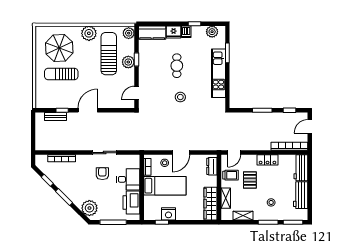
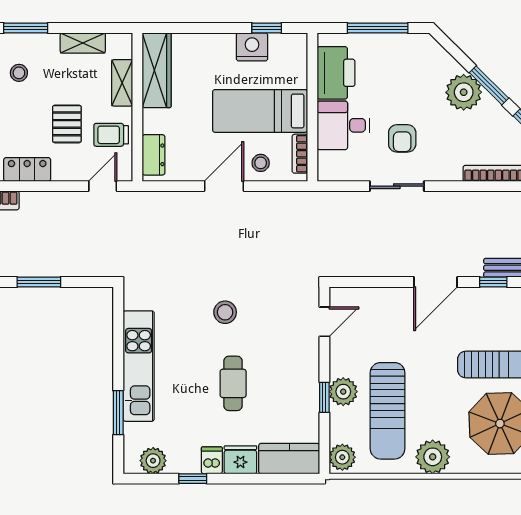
plant: (89, 208) -> (464, 92), moved

